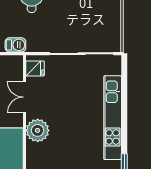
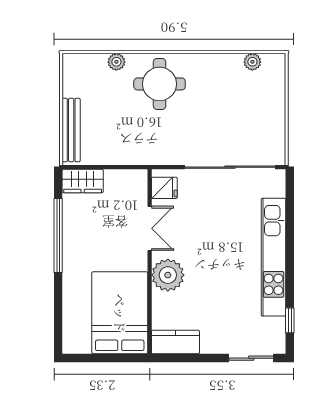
barbecue: (15, 45) -> (137, 155), removed
double door: (25, 97) -> (150, 228), swing flipped

